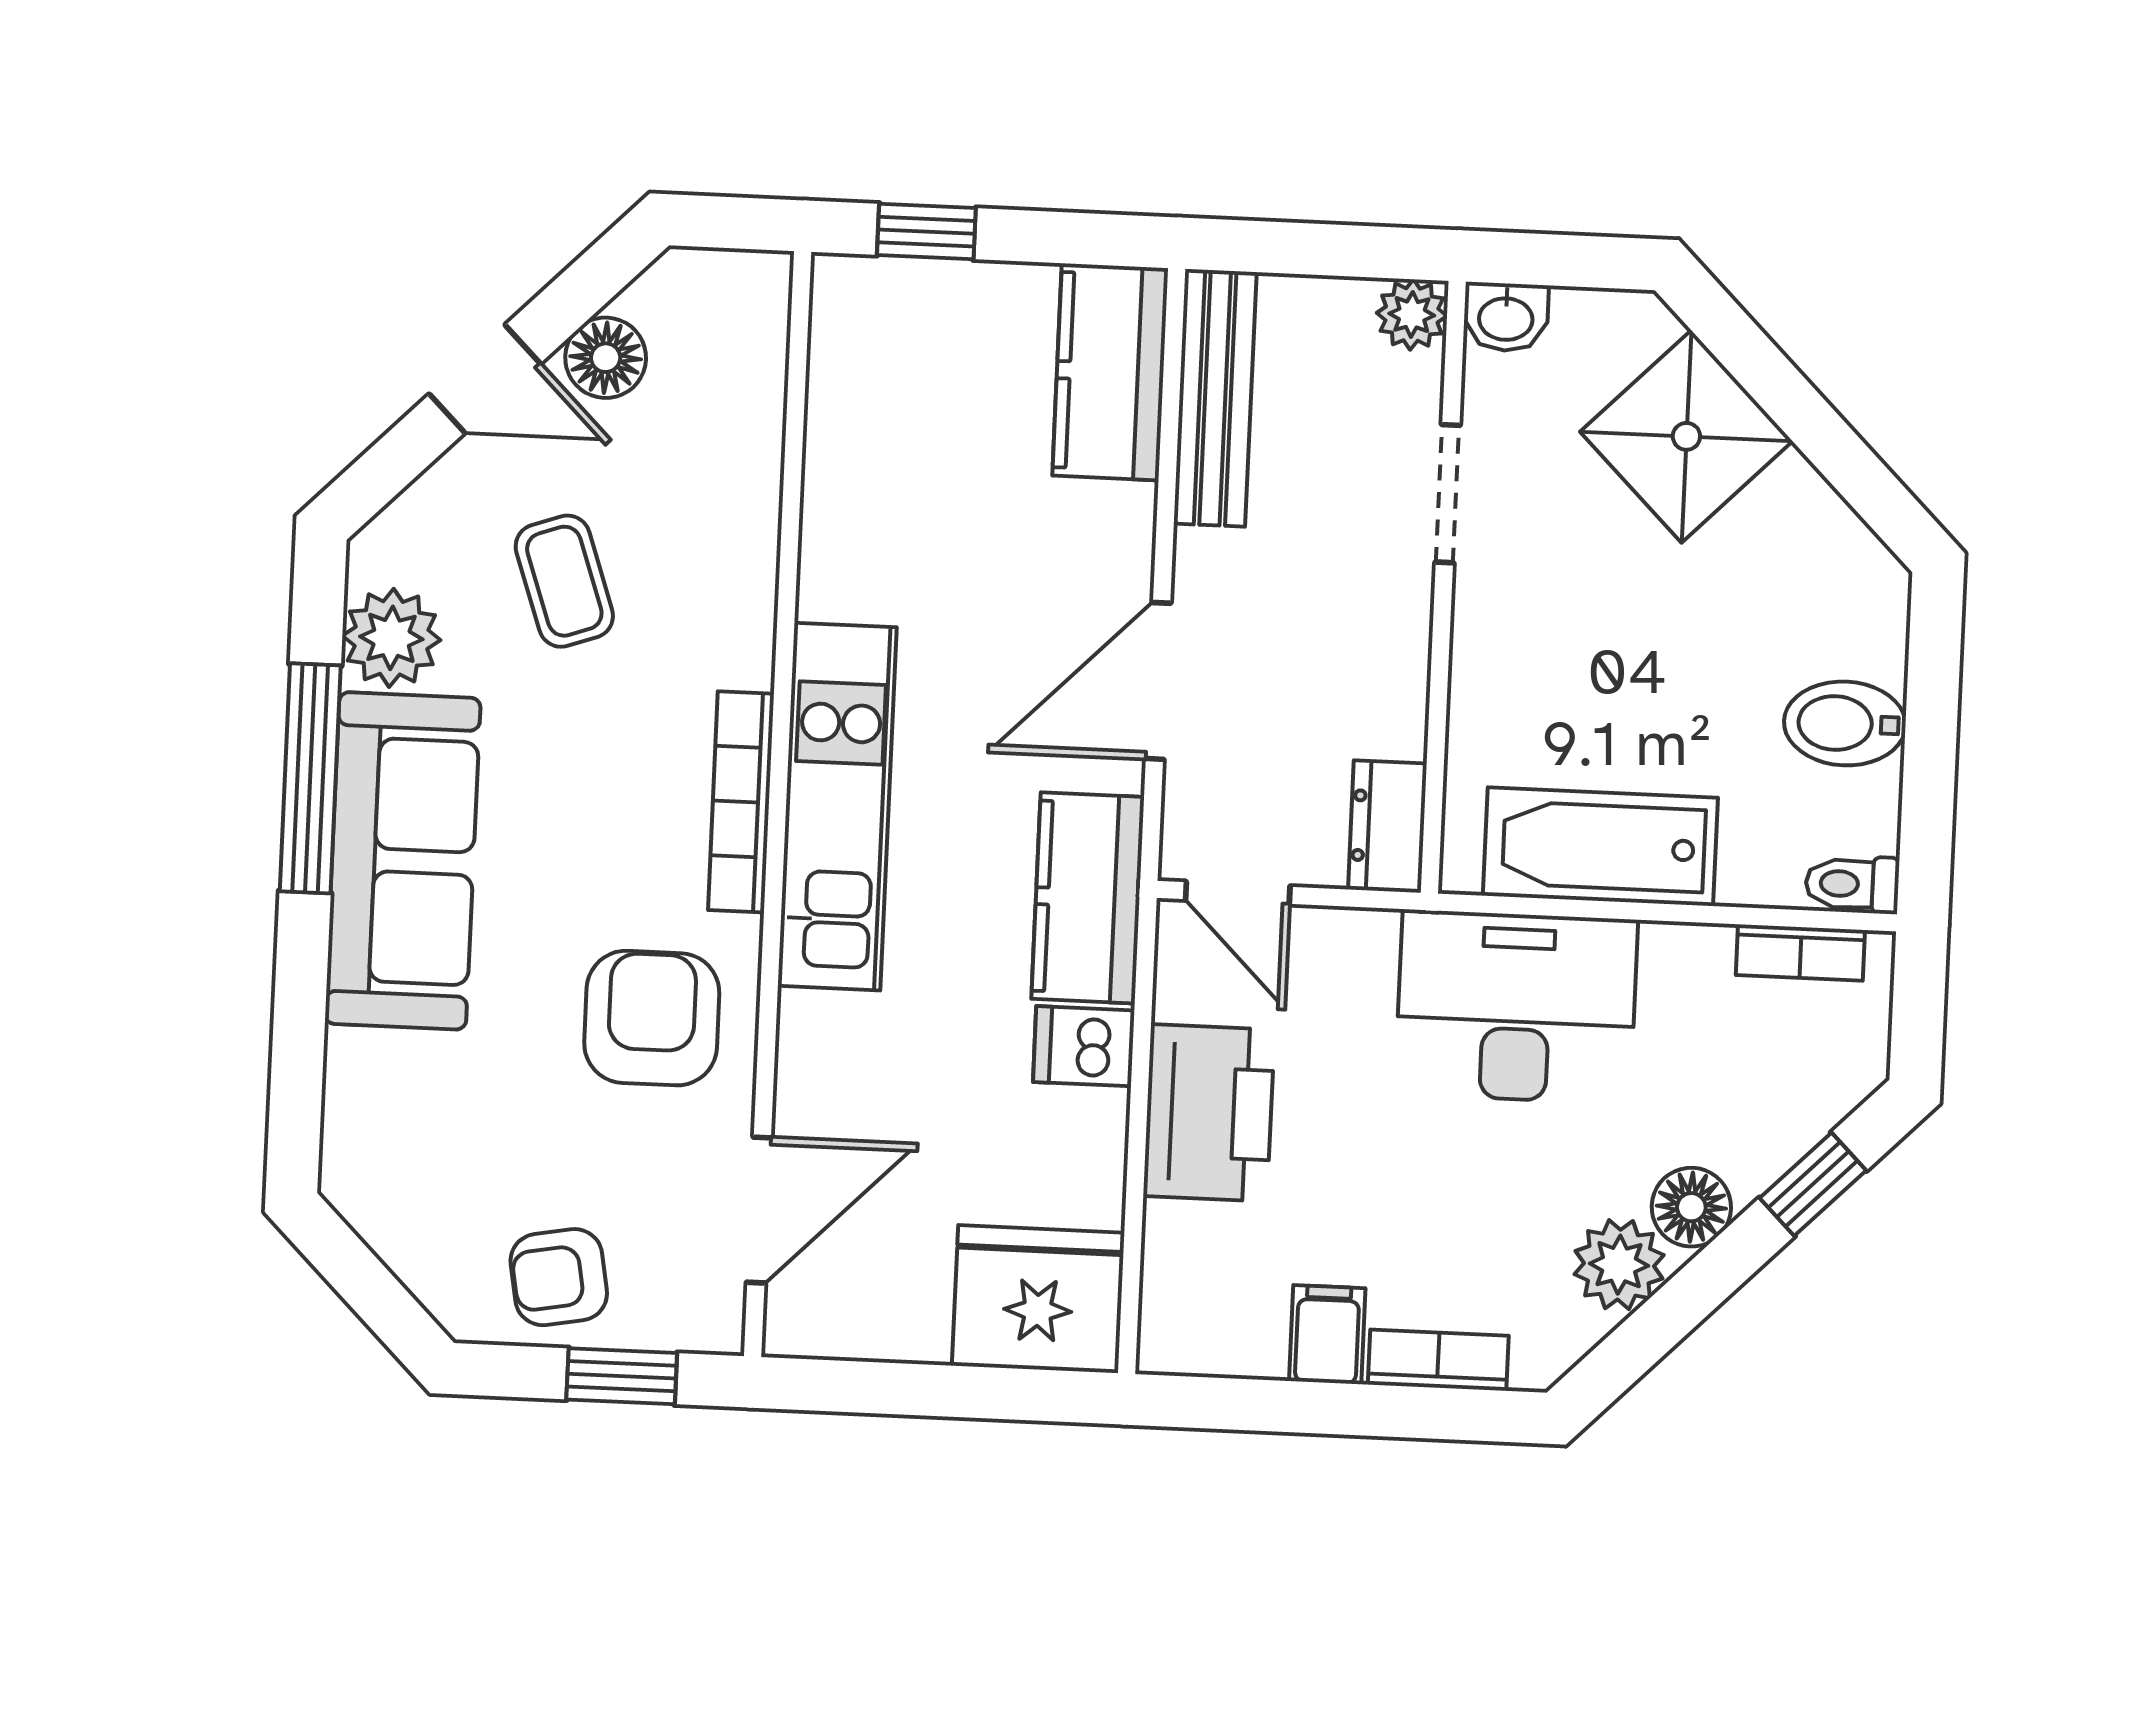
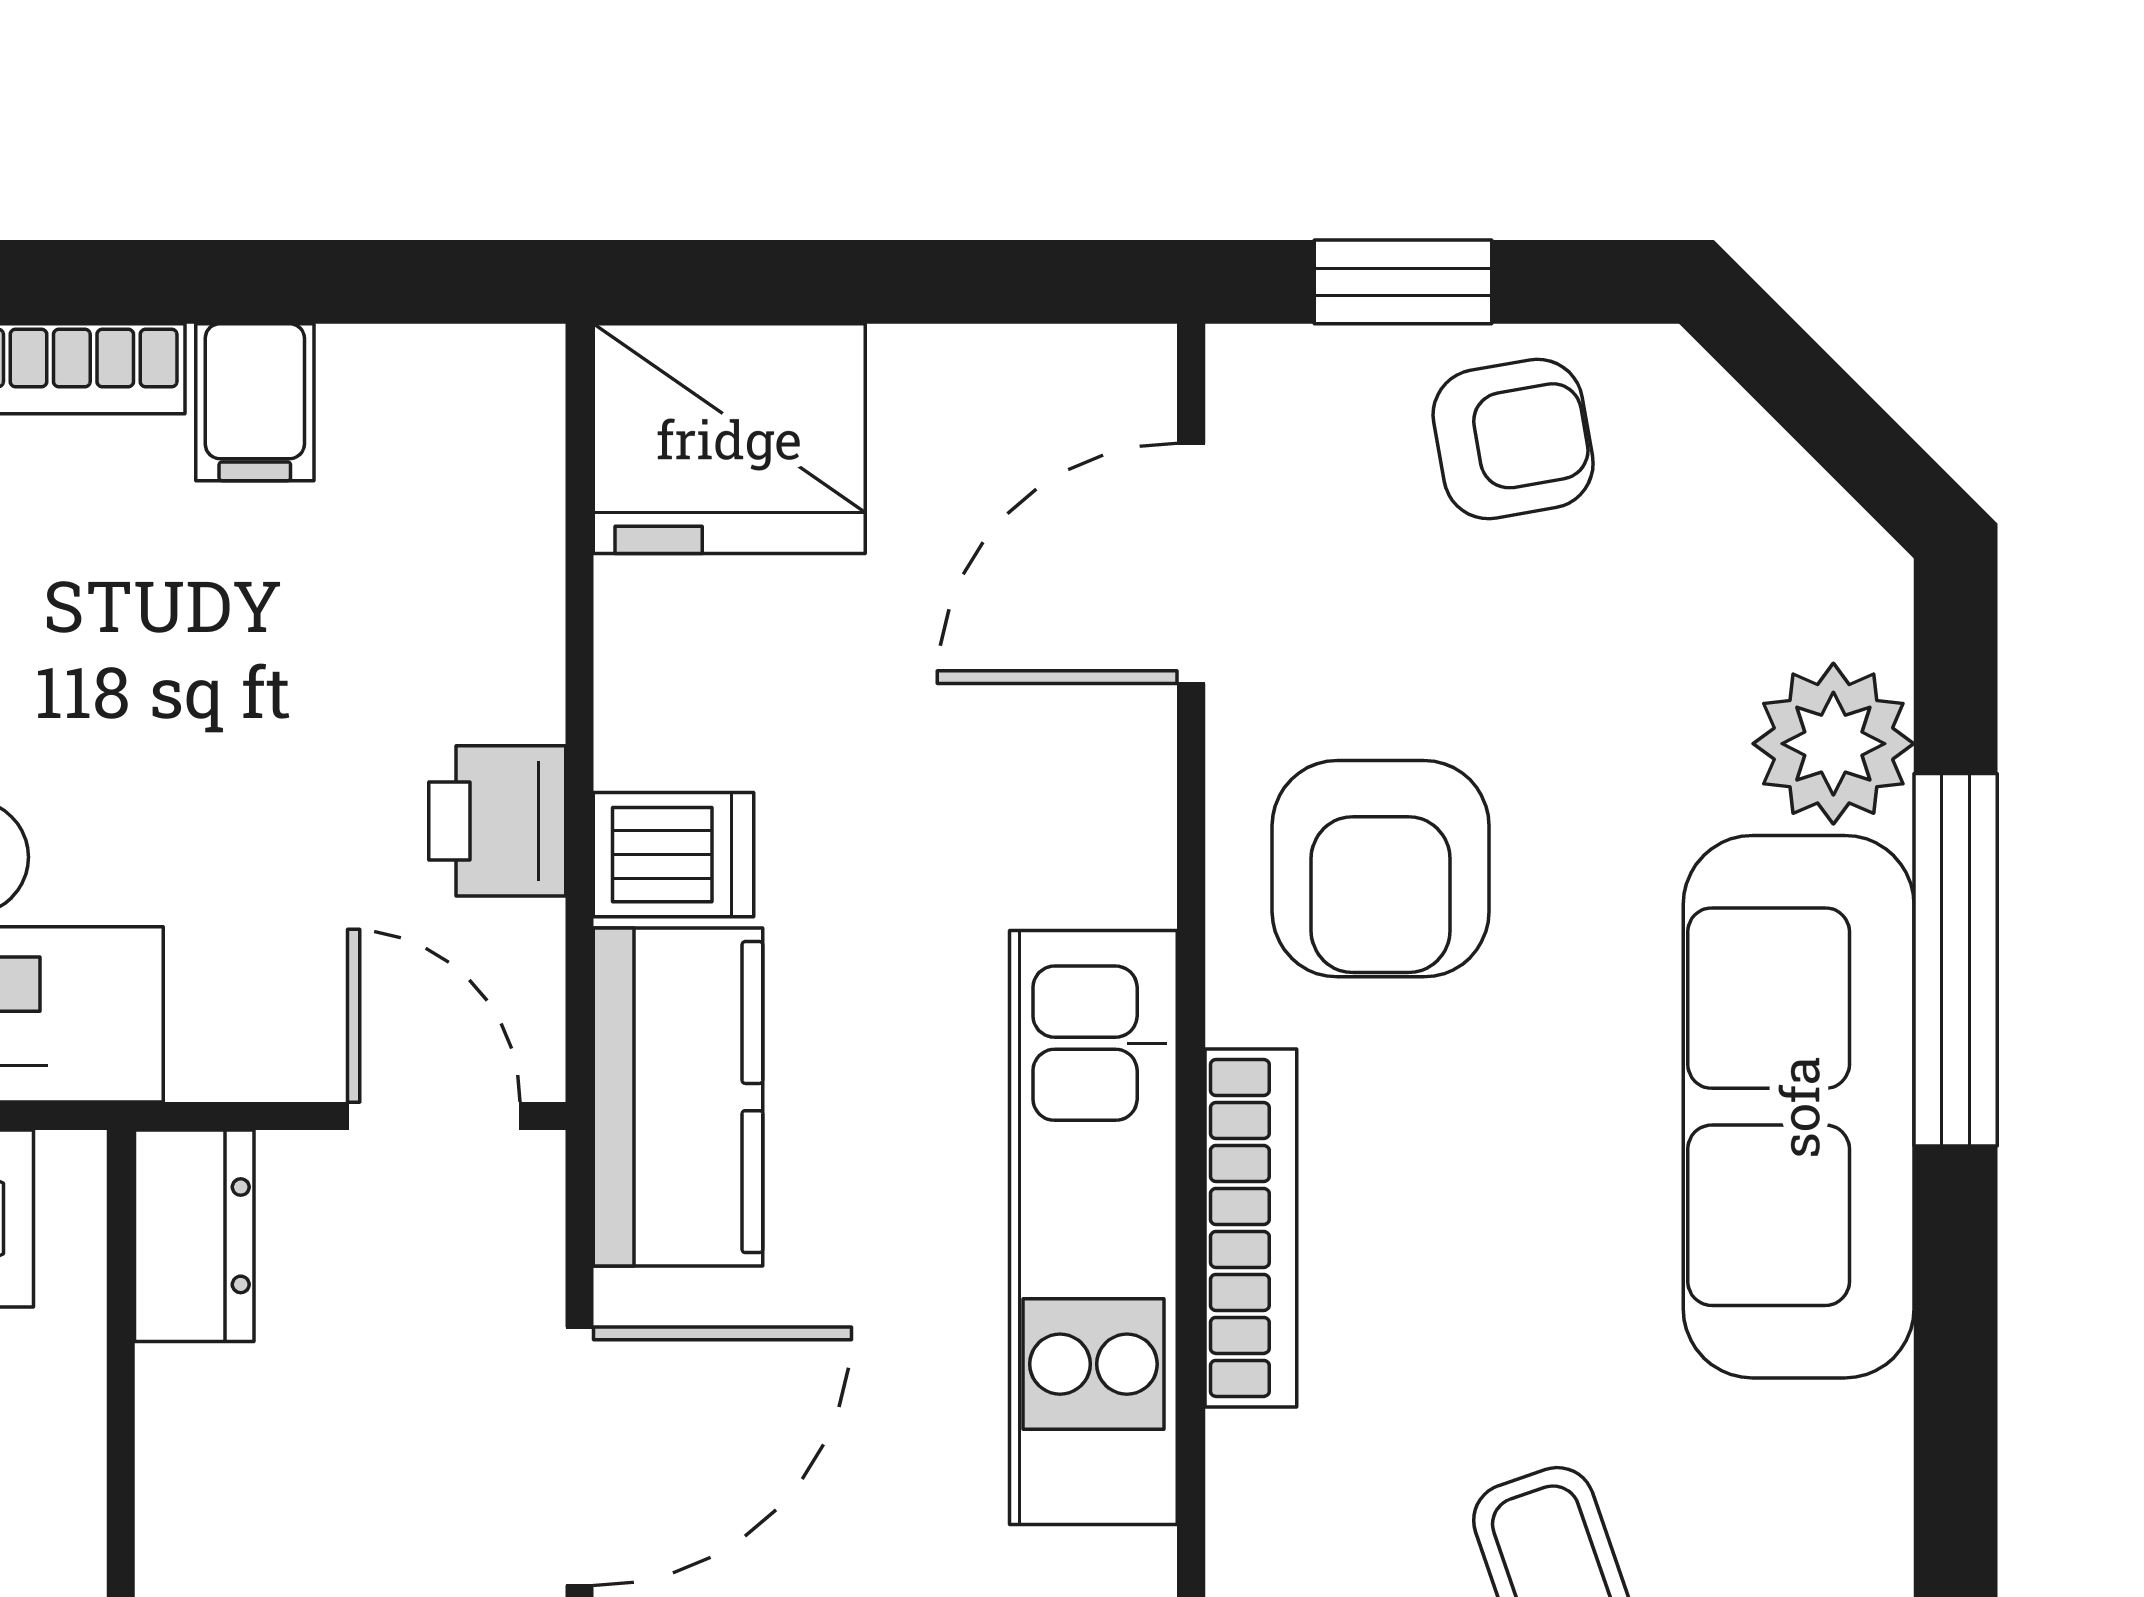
plant: (391, 638) -> (1833, 744), moved
window: (310, 778) -> (1956, 960), moved
printer: (1209, 1113) -> (497, 821), width x0.53, depth x0.68

